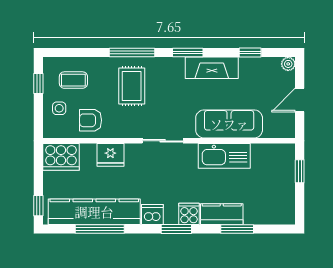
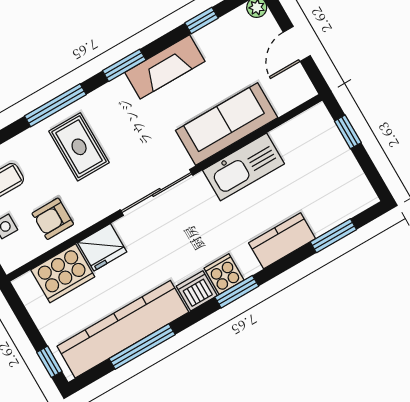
sliding door: (163, 141) -> (156, 192), width x1.37
cooker: (61, 157) -> (63, 273), moved
cooker: (189, 214) -> (224, 274), moved
window: (237, 229) -> (333, 236), moved

